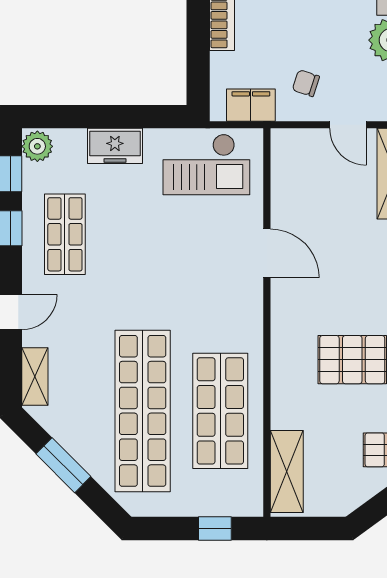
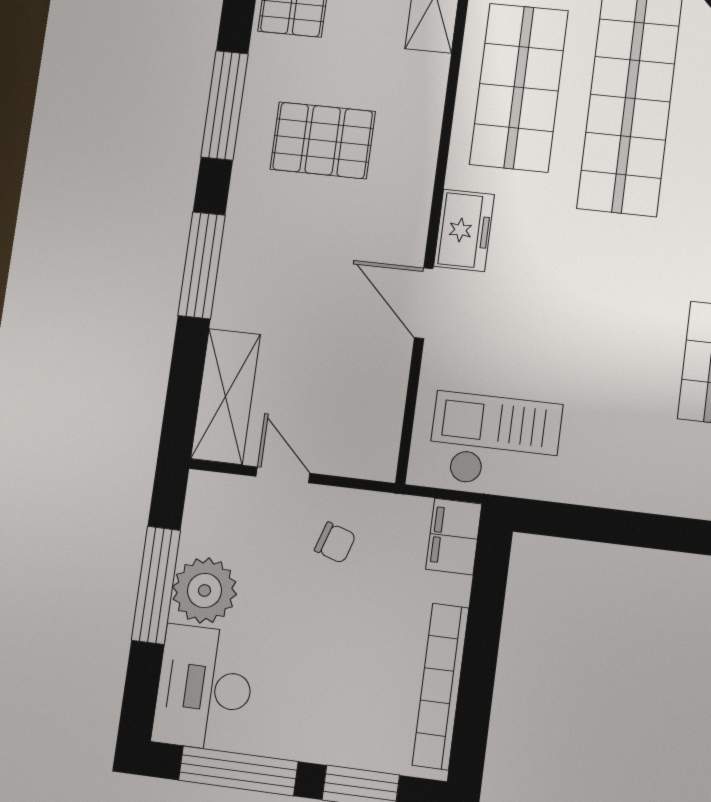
filing cabinet: (251, 105) -> (454, 537), moved, turned 90
freezer: (115, 146) -> (464, 230), moved, turned 90

